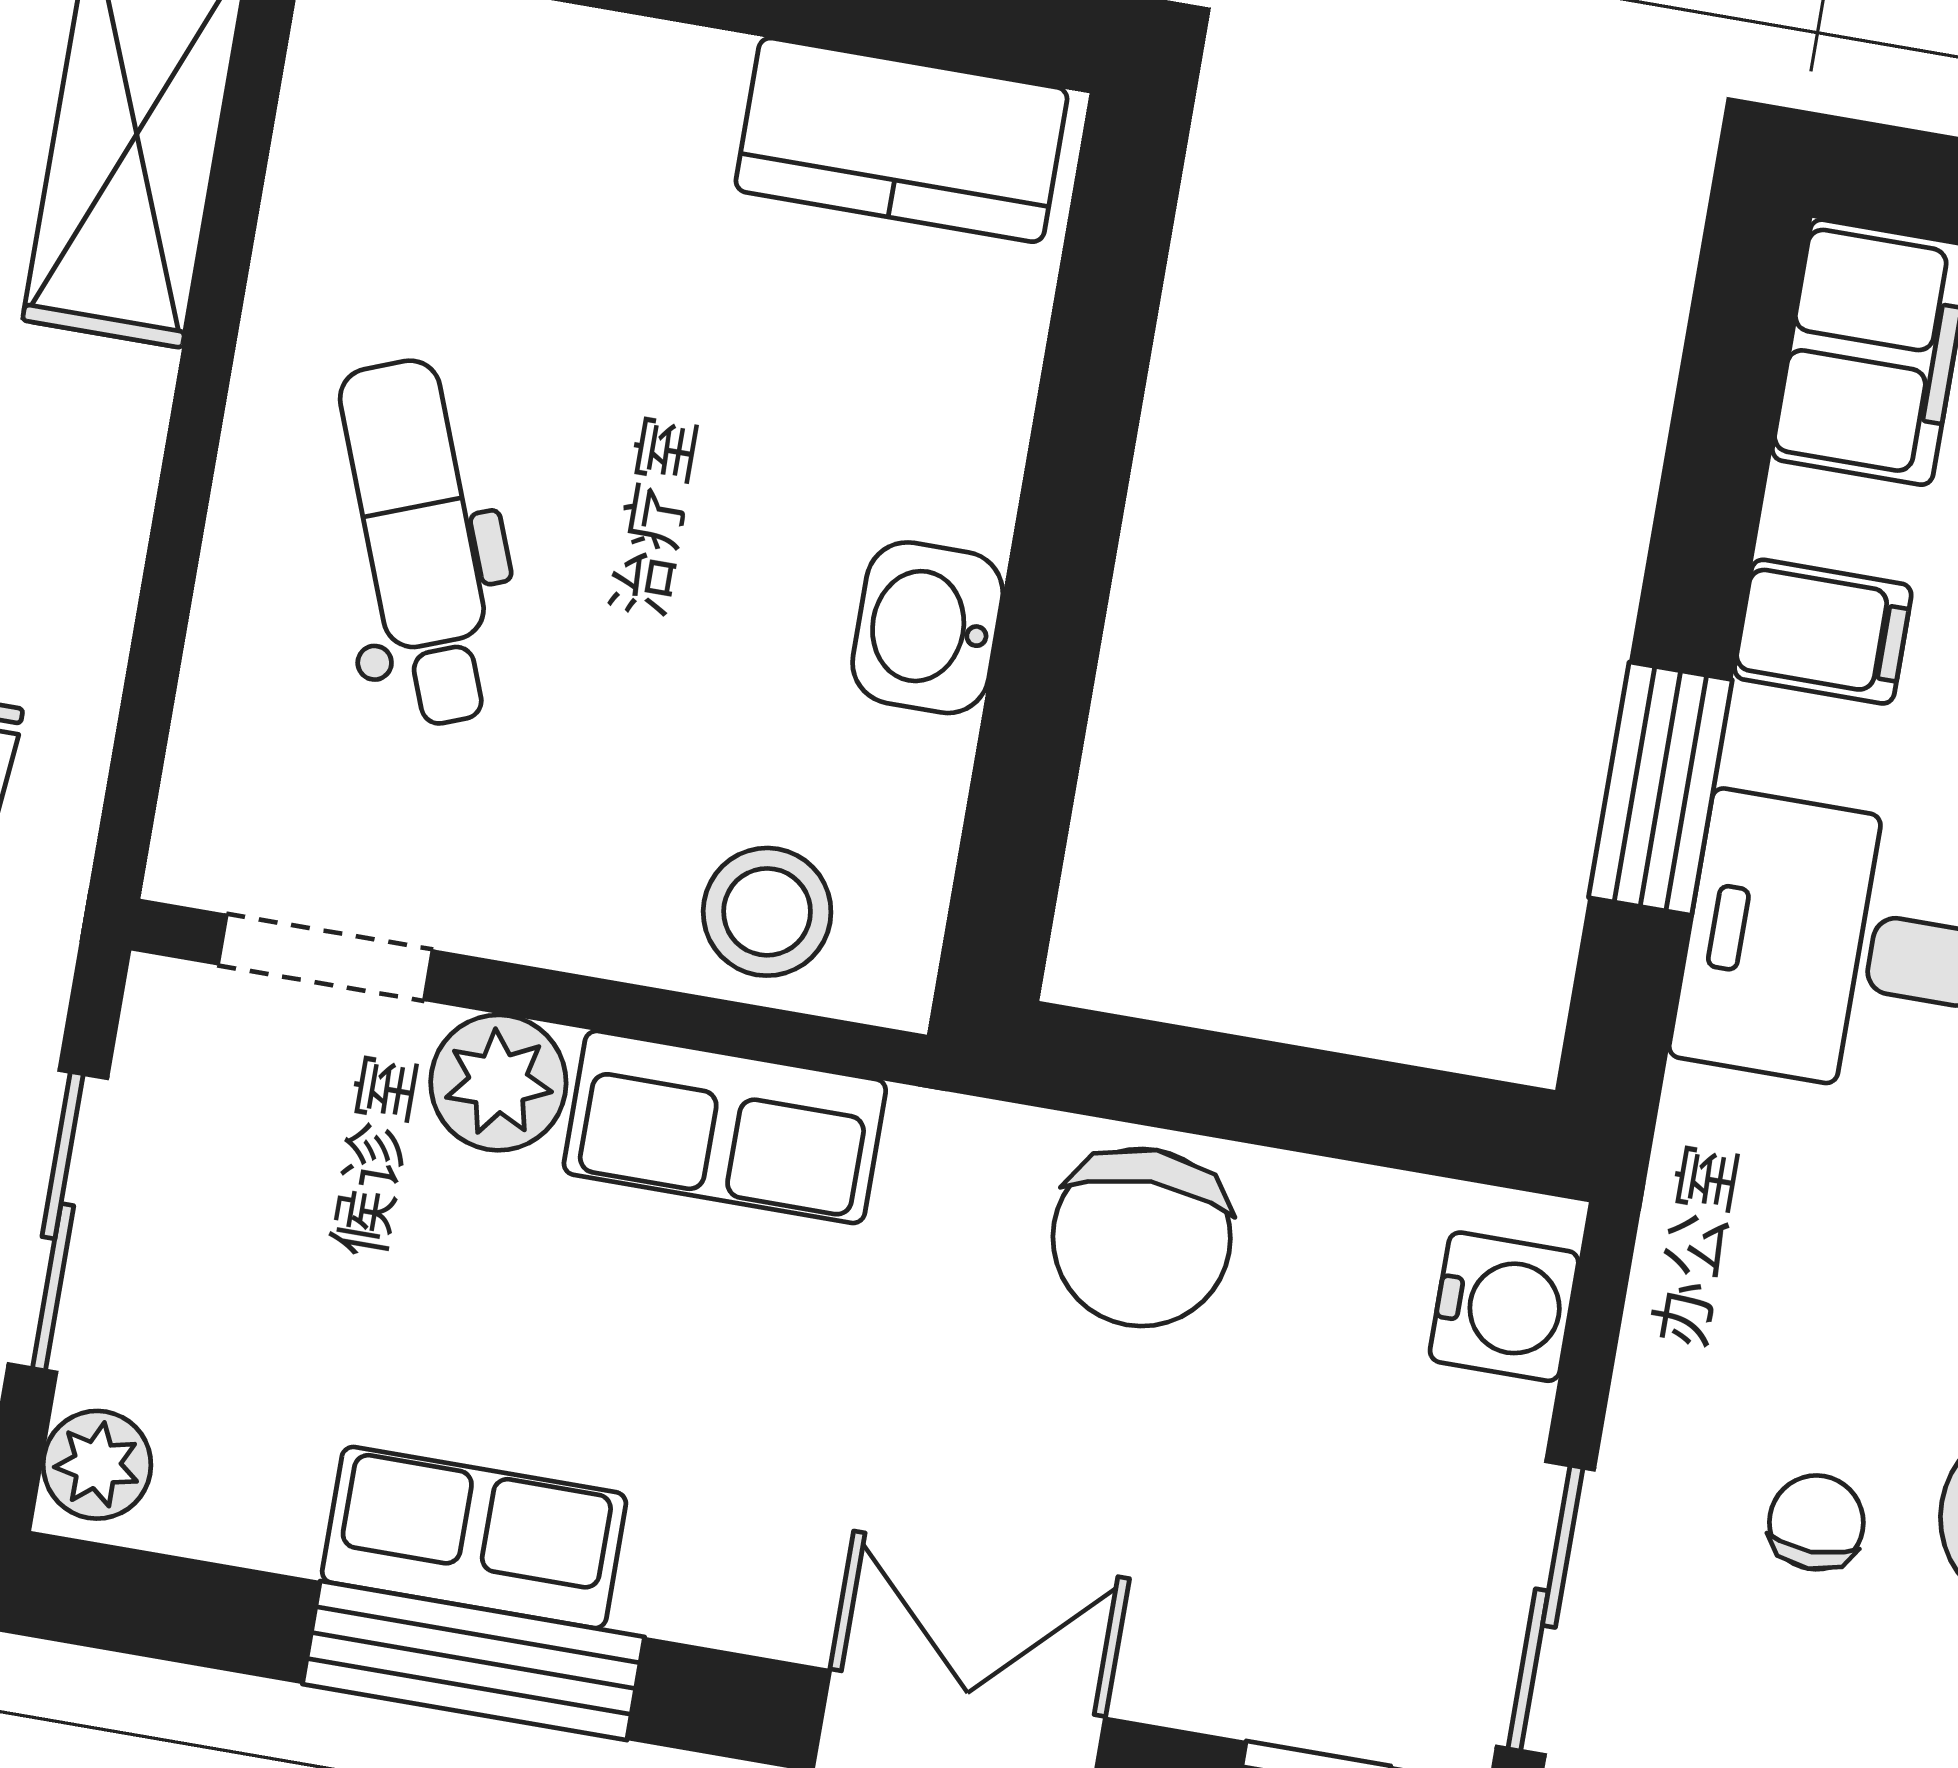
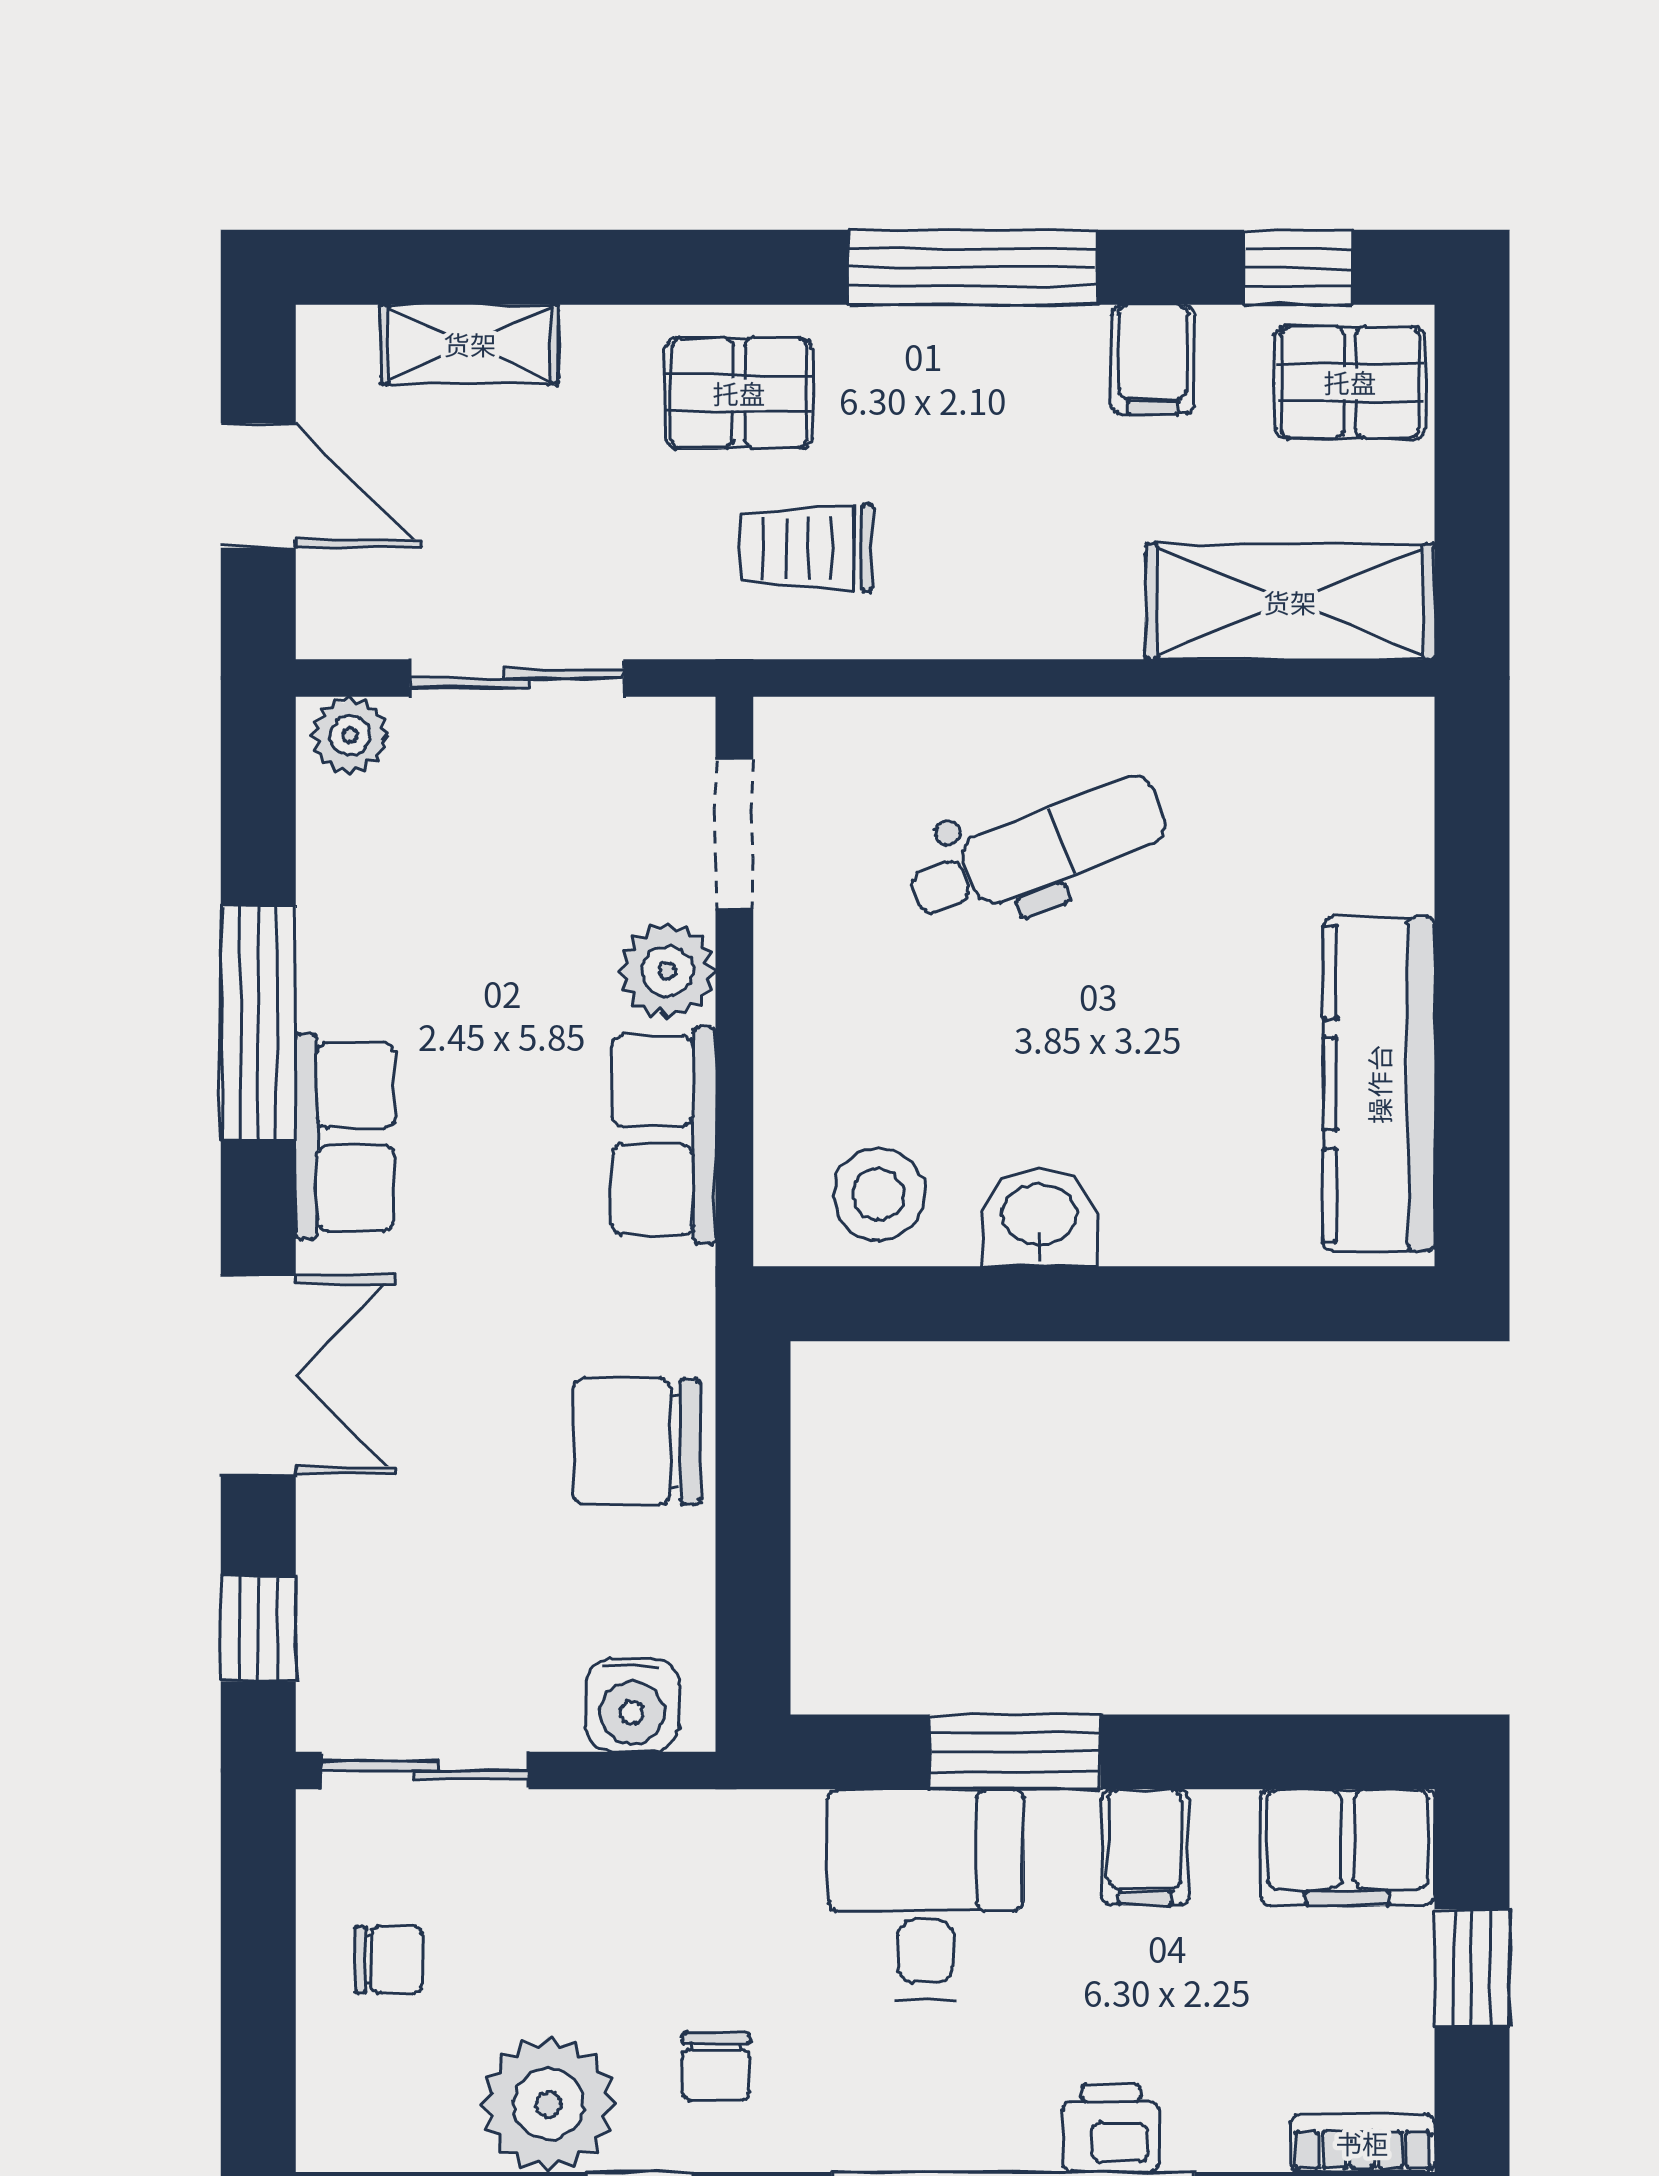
kitchen counter: (902, 140) -> (1379, 1084), width x1.50
stool: (767, 912) -> (879, 1194), moved
chair: (1816, 1522) -> (389, 1960), moved
row of seats: (474, 1538) -> (345, 1136), moved

